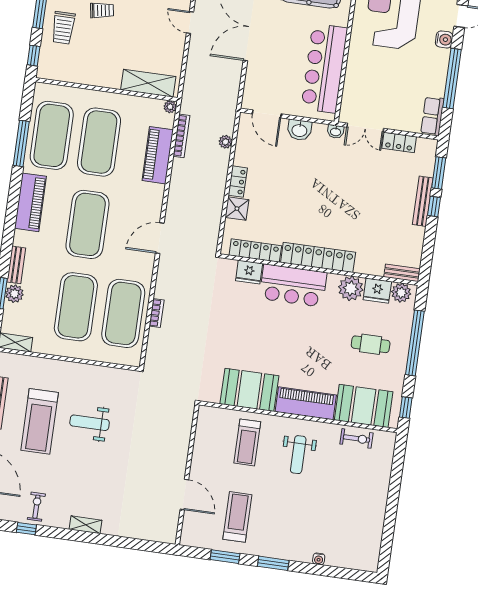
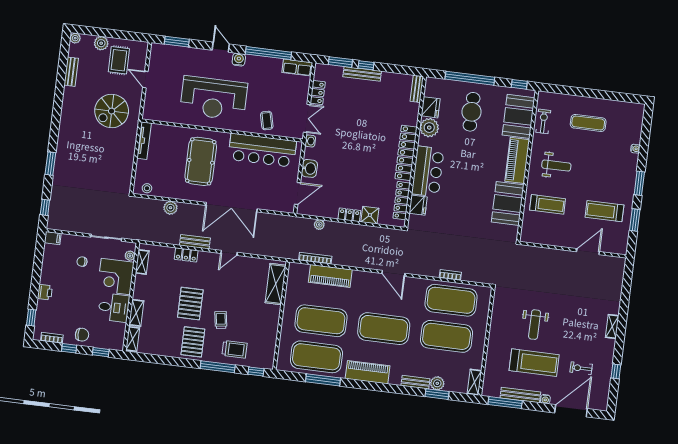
coffee table: (363, 75) -> (267, 121), added
plant: (170, 107) -> (293, 267), removed
plant: (401, 293) -> (432, 89), removed
cafe table: (371, 344) -> (472, 112), width x1.37, depth x1.35
exercise mat: (354, 497) -> (588, 123), added
exercise bike: (36, 507) -> (581, 368), moved

